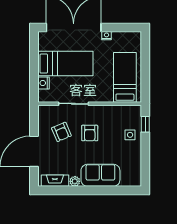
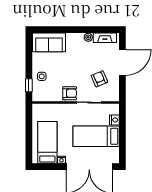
bed: (125, 77) -> (47, 142), moved, turned 180
armchair: (90, 133) -> (70, 93), moved, turned 90
sofa: (100, 175) -> (49, 42), moved

